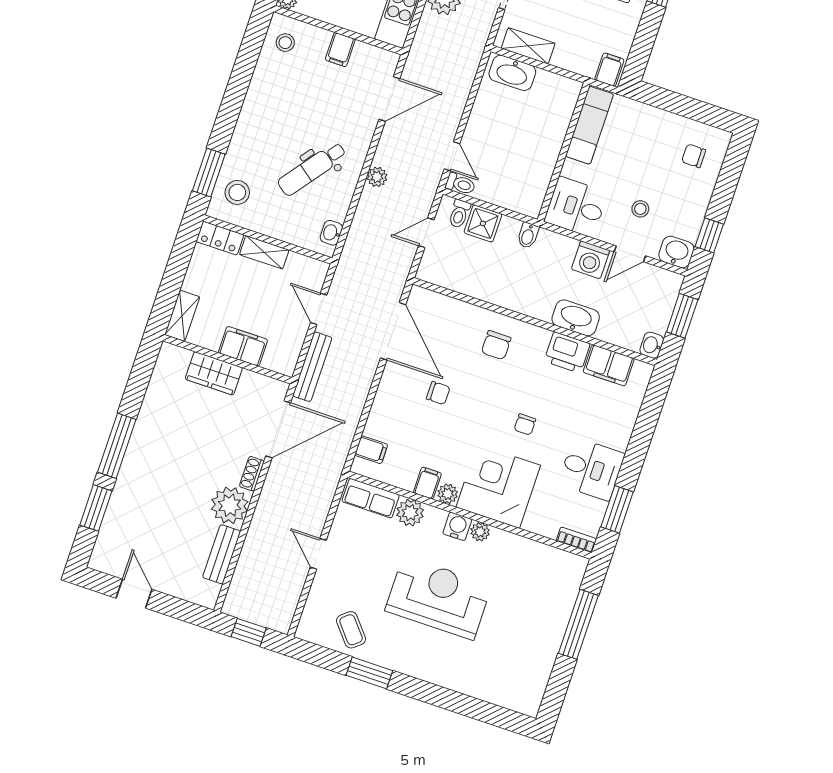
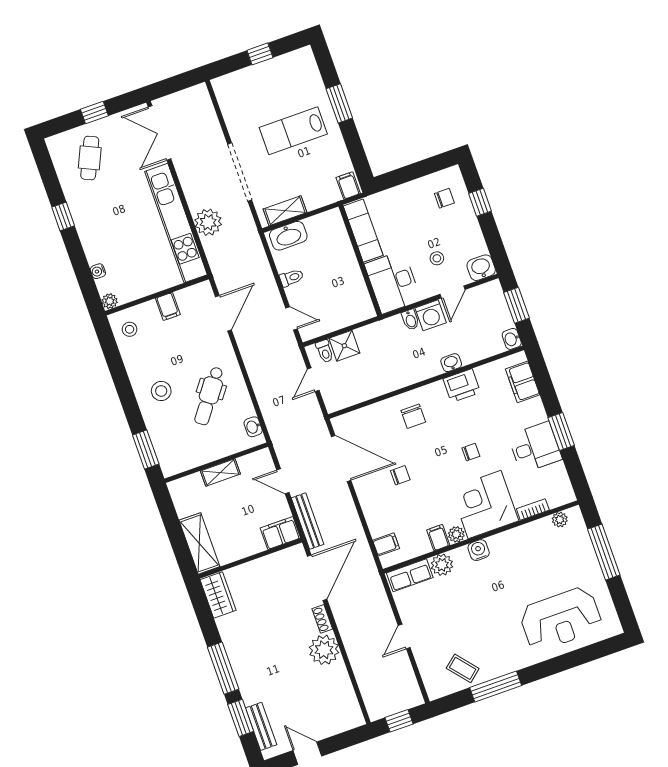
chair: (694, 156) -> (444, 198), turned 180
plant: (377, 177) -> (254, 369), removed
toilet: (460, 184) -> (291, 278), moved
stool: (237, 192) -> (161, 391), moved
desk: (576, 207) -> (393, 282), width x1.37
bidet: (528, 235) -> (410, 320), moved
window: (709, 235) -> (480, 202), moved
locker: (220, 238) -> (185, 486), removed
shelving: (182, 316) -> (199, 543), width x1.50, depth x1.33
washbasin: (576, 318) -> (451, 363), width x0.52, depth x0.69
filing cabinet: (243, 346) -> (280, 533), moved
filing cabinet: (609, 365) -> (523, 382), moved, turned 90
wardrobe: (214, 373) -> (218, 595), moved, turned -90
chair: (525, 424) -> (471, 452), turned -90
window: (617, 509) -> (561, 432), moved
plant: (480, 532) -> (560, 520), moved
bookcase: (576, 540) -> (533, 509), moved
bench: (222, 554) -> (261, 726), moved
door: (318, 554) -> (404, 636), hinge flipped
reception desk: (438, 598) -> (561, 619), moved, turned 180
window: (369, 673) -> (496, 687), width x1.44

